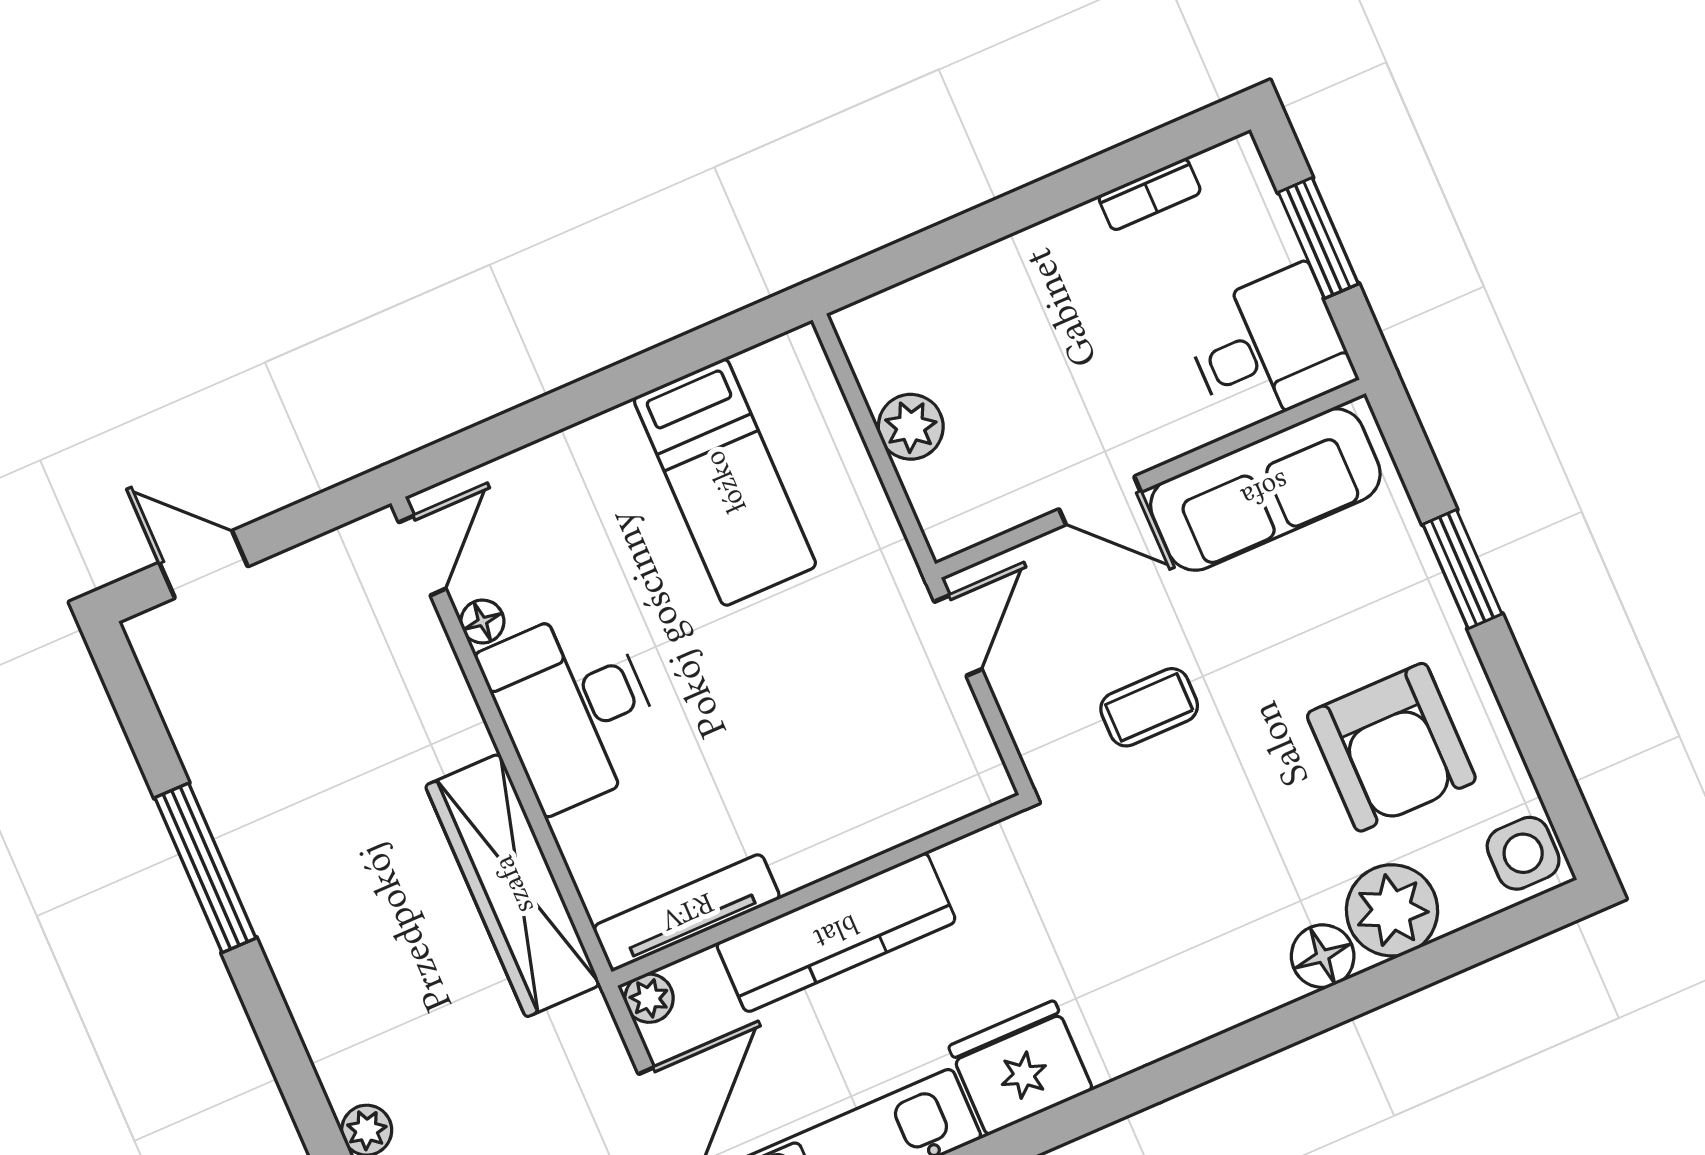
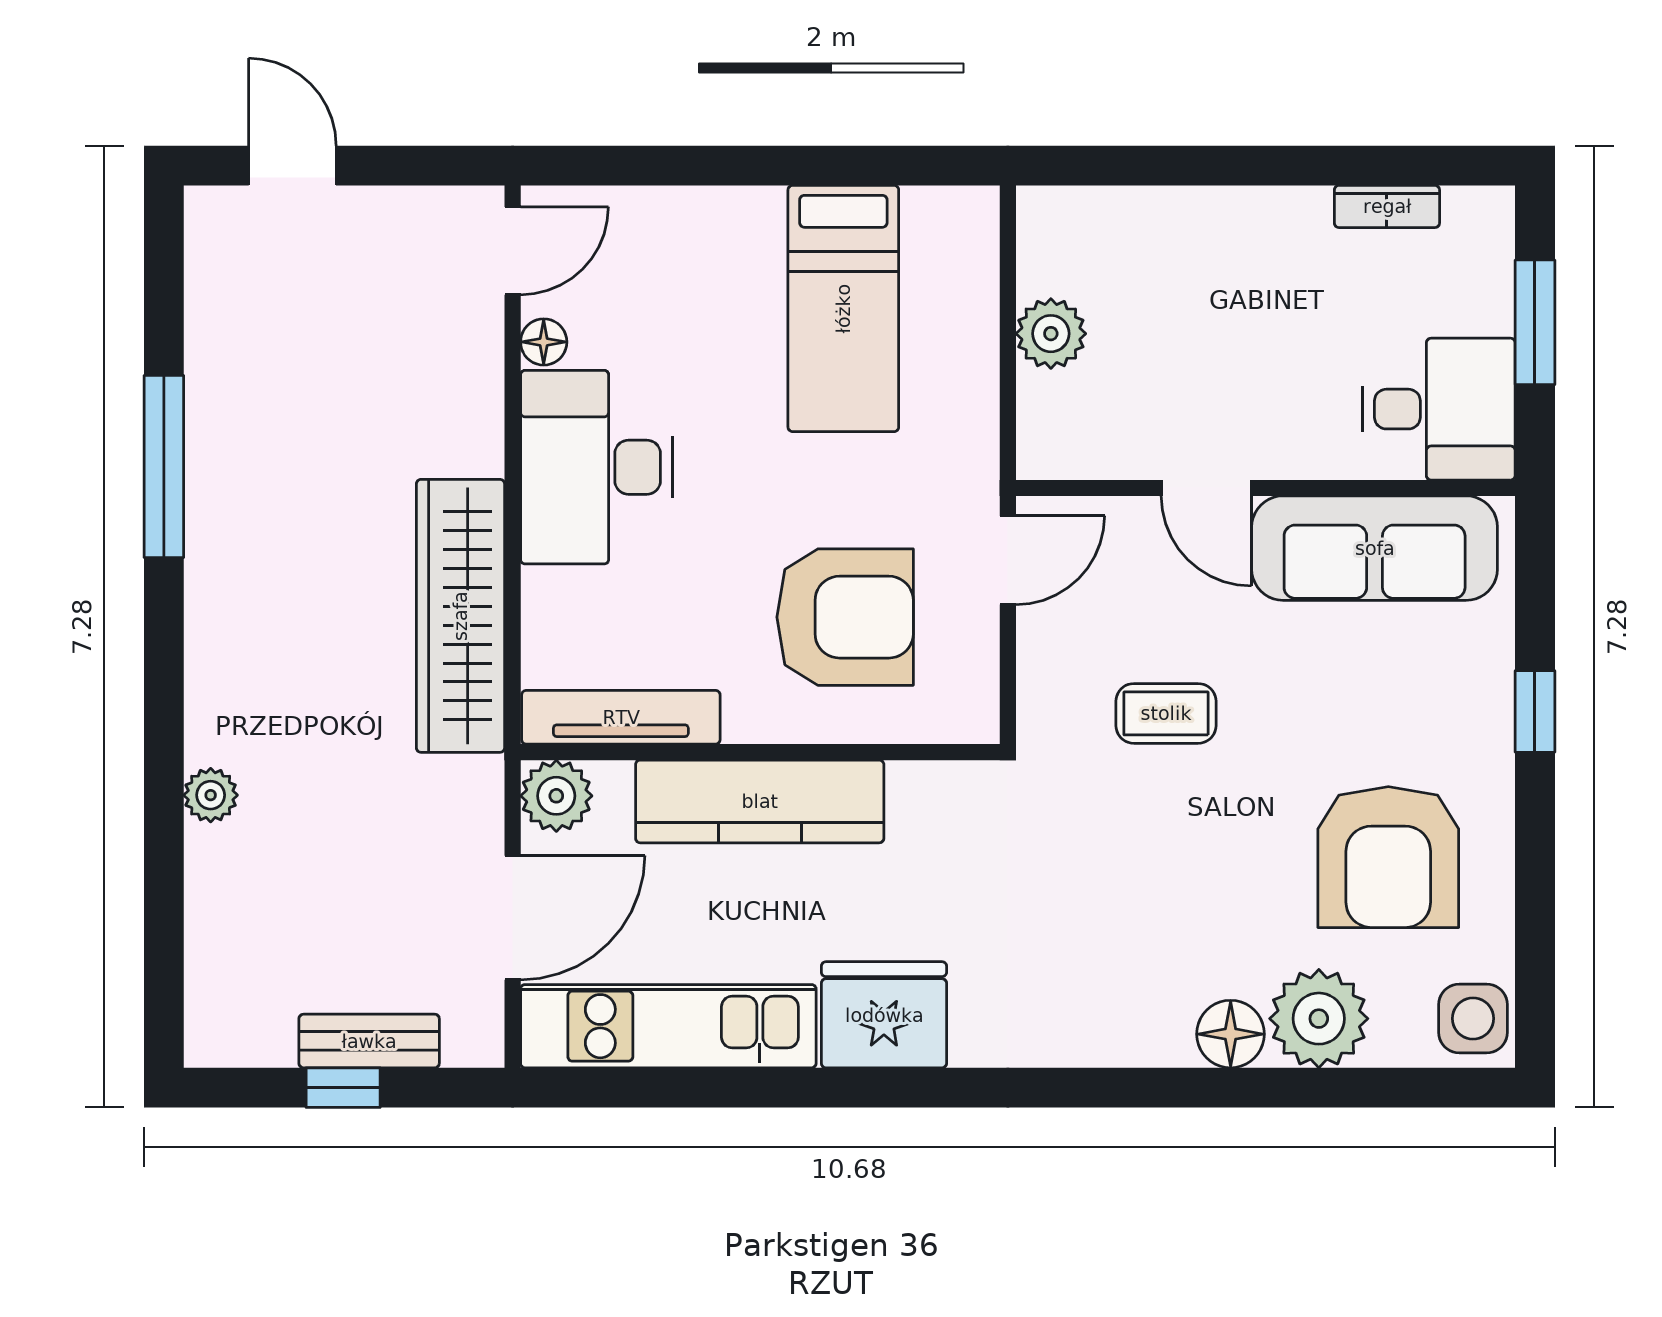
window: (1462, 569) -> (1535, 711), width x0.67
armchair: (841, 744) -> (845, 617), added
plant: (649, 998) -> (556, 796), width x1.38, depth x1.38

